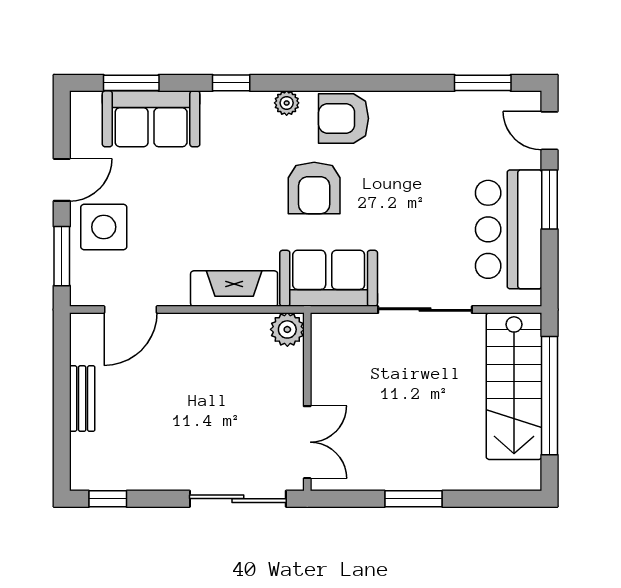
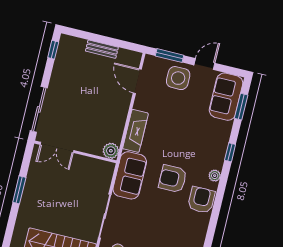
sofa: (151, 119) -> (226, 97), moved
door: (62, 180) -> (204, 64), swing flipped

